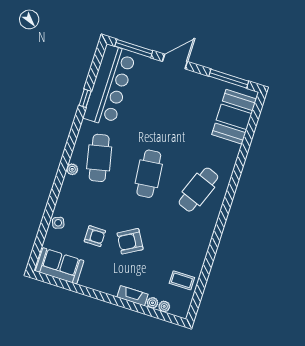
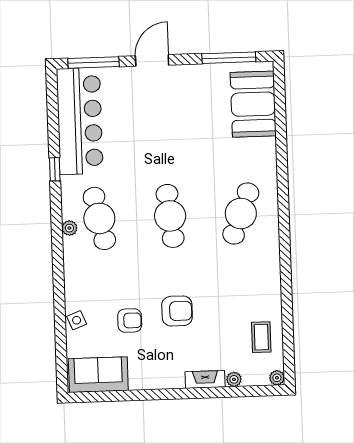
window: (85, 98) -> (55, 169), moved
plant: (72, 169) -> (69, 228), moved
armchair: (130, 241) -> (177, 311), turned -150
coffee table: (182, 280) -> (261, 337), turned 90
plant: (164, 306) -> (277, 378), moved

